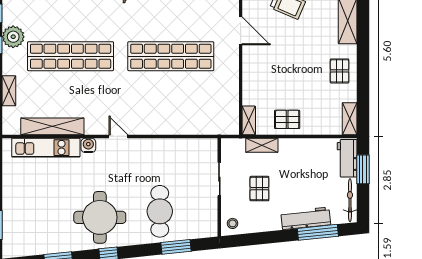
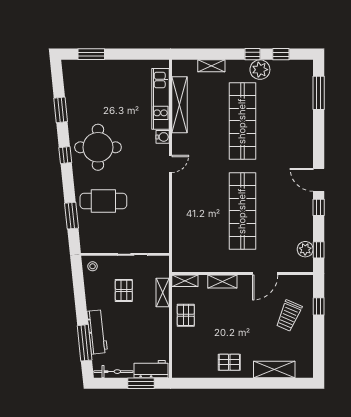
shelving: (350, 119) -> (222, 281), moved
pallet: (259, 189) -> (124, 290), turned 90

